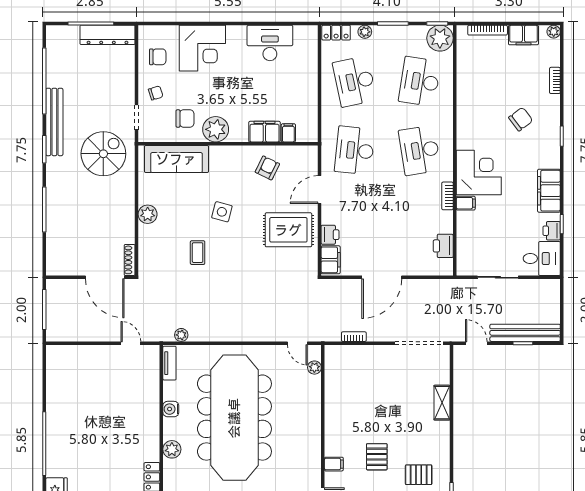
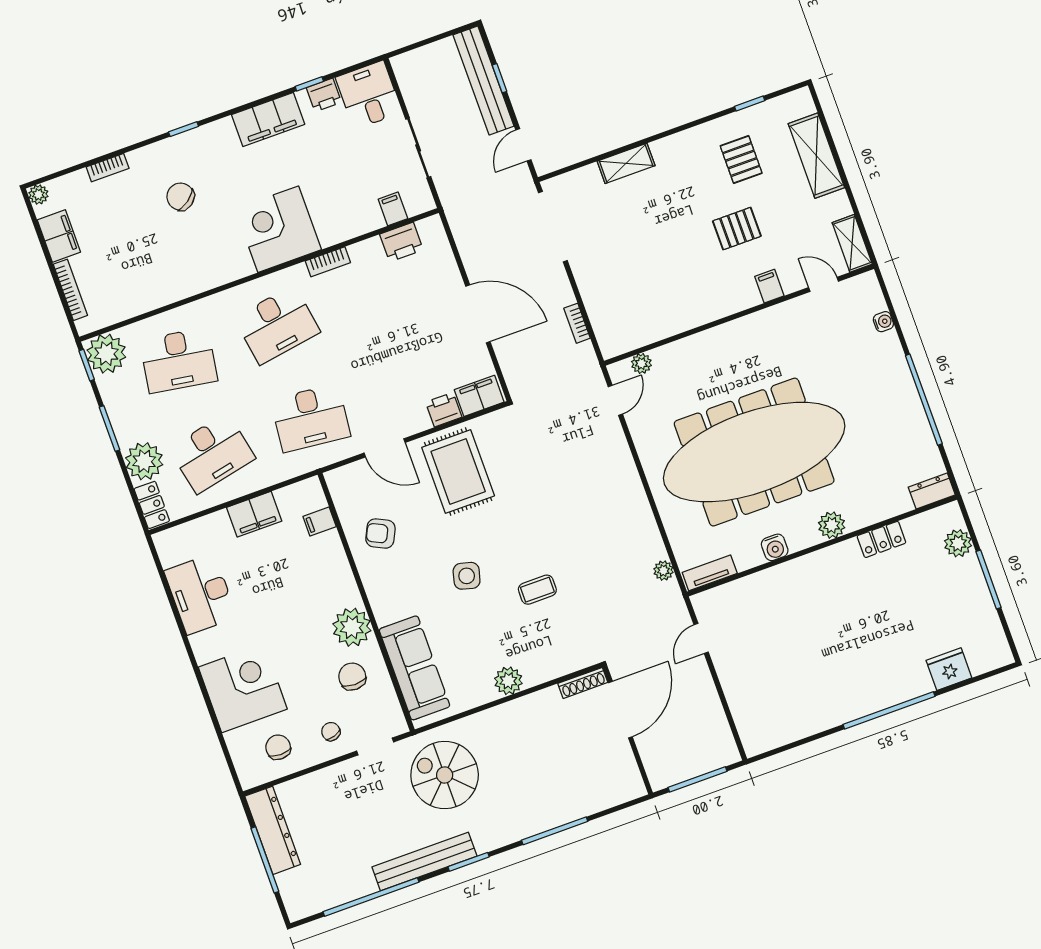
plant: (365, 32) -> (144, 461), width x1.88, depth x1.88
filing cabinet: (264, 132) -> (254, 514), moved, turned -90
filing cabinet: (466, 203) -> (393, 209), moved

